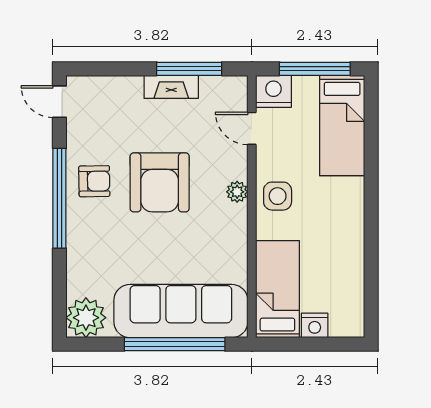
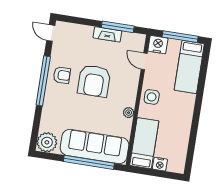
plant: (237, 192) -> (129, 113), moved

